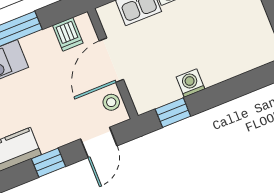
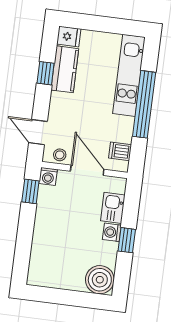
washing machine: (190, 83) -> (48, 176), moved, turned 90
window: (48, 163) -> (46, 73), moved

